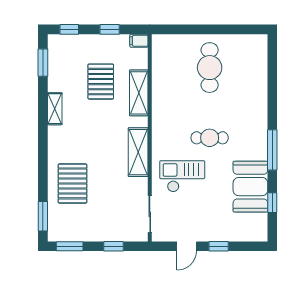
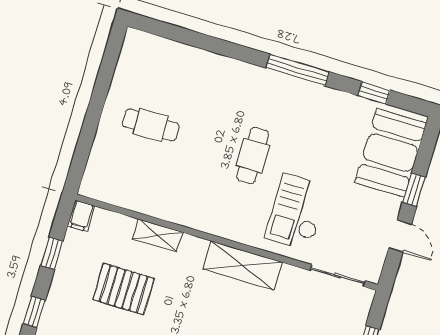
cafe table: (210, 68) -> (151, 125), width x0.73, depth x0.74
shelving: (139, 93) -> (158, 235), width x0.67, depth x0.75
booth: (250, 187) -> (391, 153), moved, turned 90

